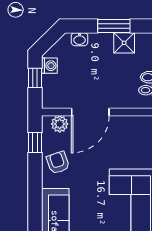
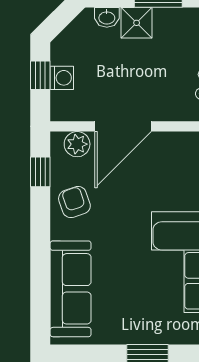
shower: (124, 43) -> (137, 23), moved
washing machine: (49, 66) -> (62, 78), moved

